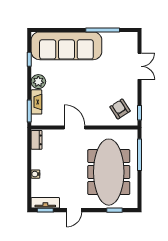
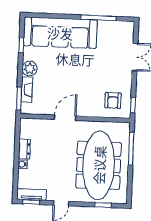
armchair: (120, 109) -> (113, 100), turned -147
door: (75, 128) -> (65, 118), hinge flipped
dresser: (37, 140) -> (24, 149), moved

